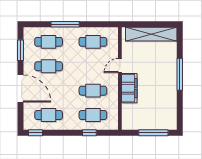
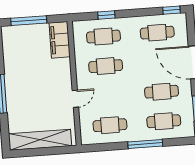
filing cabinet: (129, 88) -> (60, 40), moved

